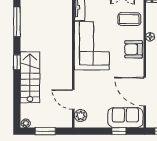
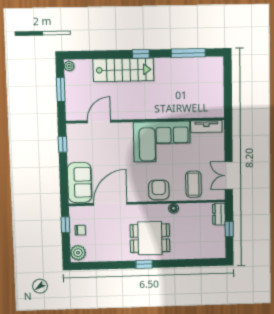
plant: (81, 116) -> (80, 130), removed
window: (119, 131) -> (63, 144), moved

